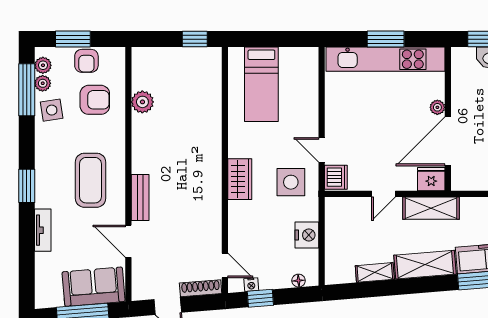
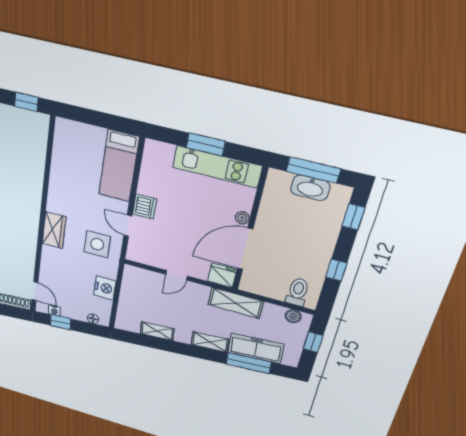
kitchen unit: (386, 59) -> (217, 167), width x0.73
bed: (261, 84) -> (119, 166), moved
dishwasher: (336, 177) -> (145, 206), moved
shelving: (431, 208) -> (236, 303), moved
shelving: (425, 265) -> (210, 342), width x0.67, depth x0.75

